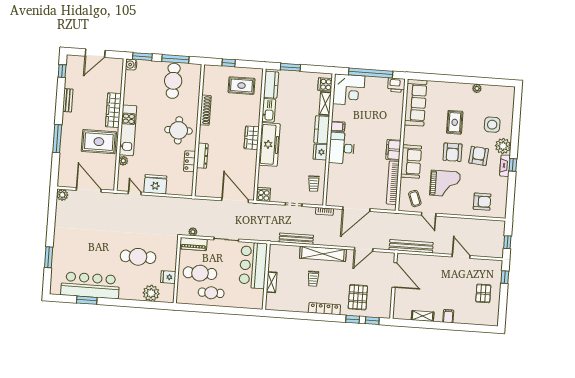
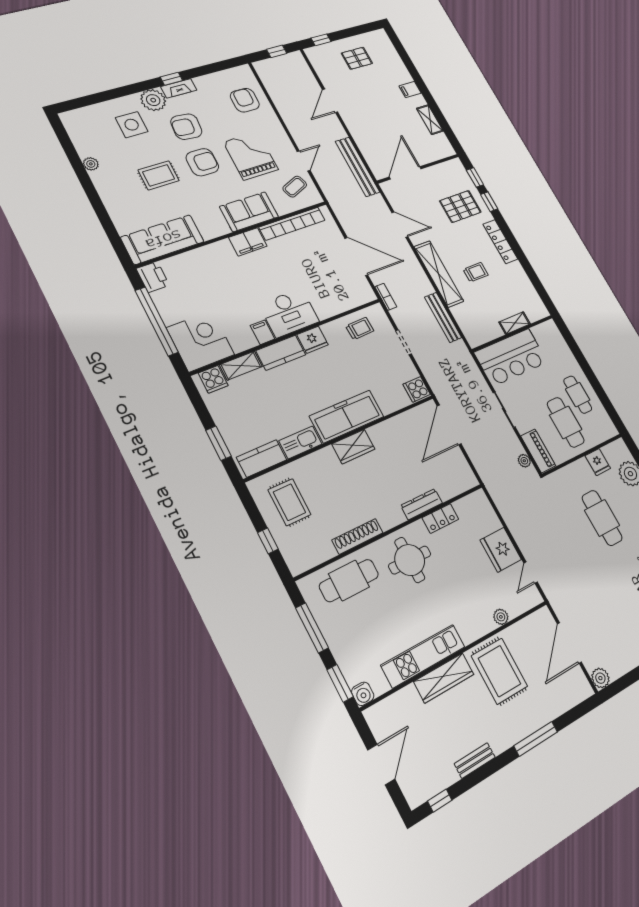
door: (95, 53) -> (381, 764), hinge flipped
cafe table: (173, 81) -> (349, 580), moved
kitchen unit: (128, 130) -> (423, 656), moved

